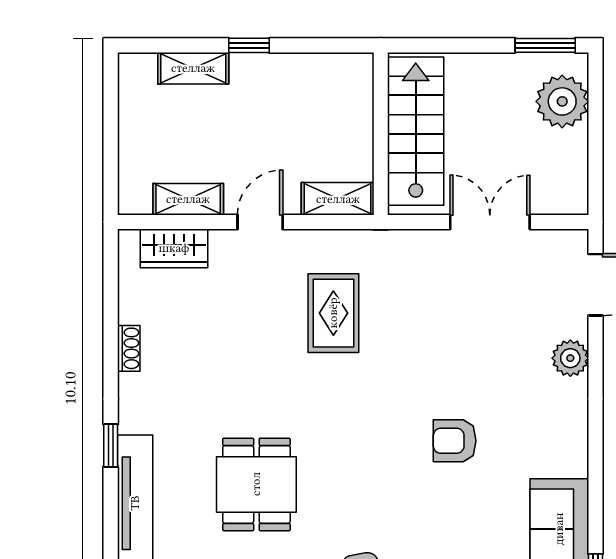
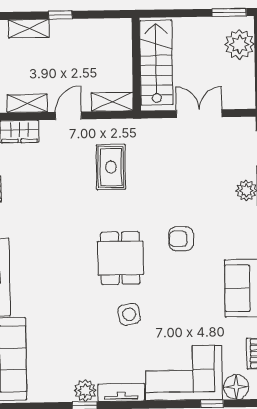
dining table: (256, 484) -> (120, 258), moved

